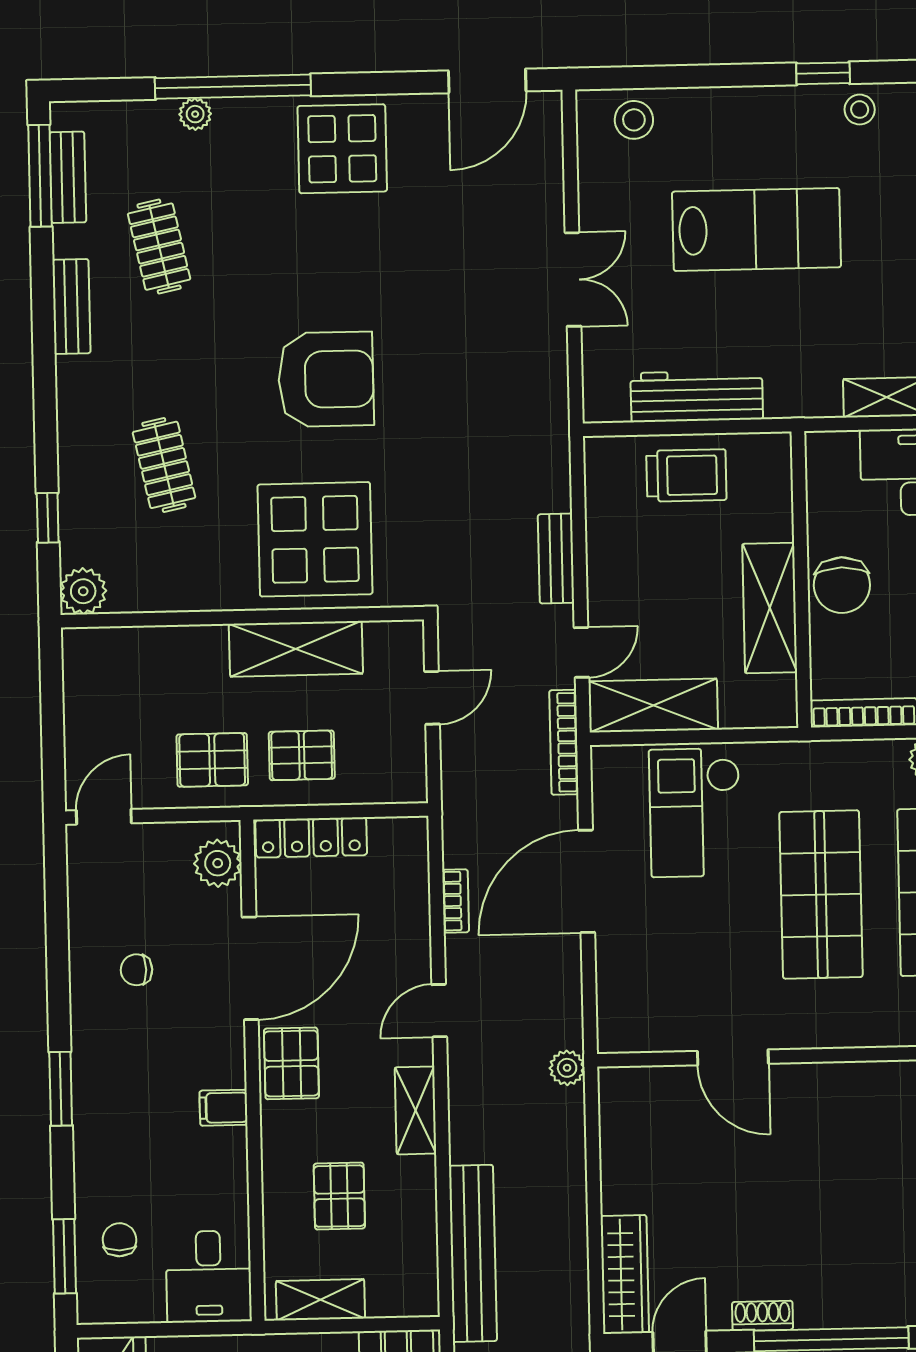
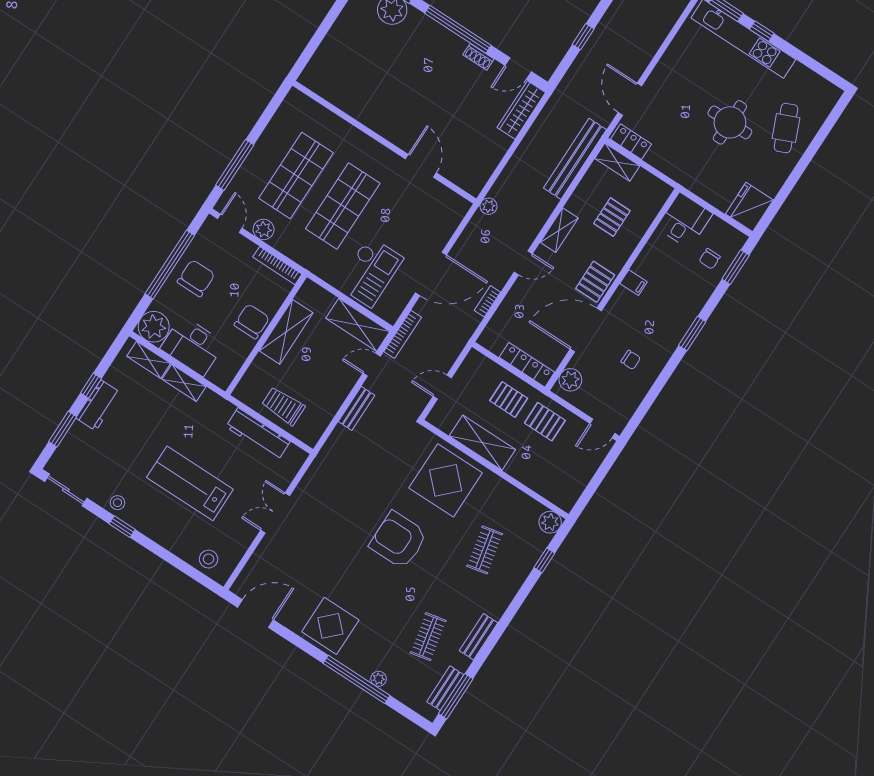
shelving: (320, 1300) -> (617, 162), moved

